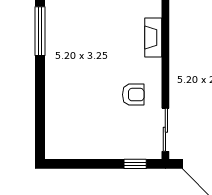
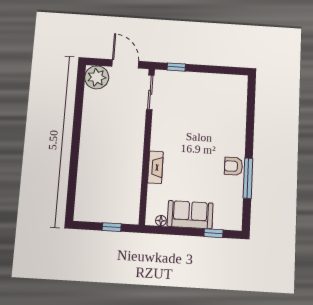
armchair: (133, 95) -> (233, 166), moved

